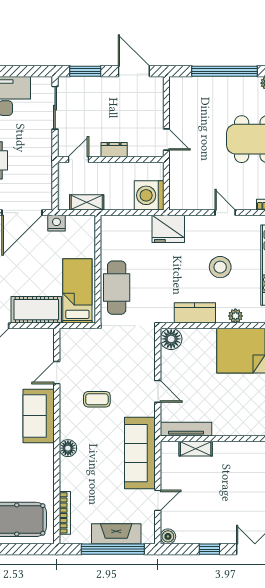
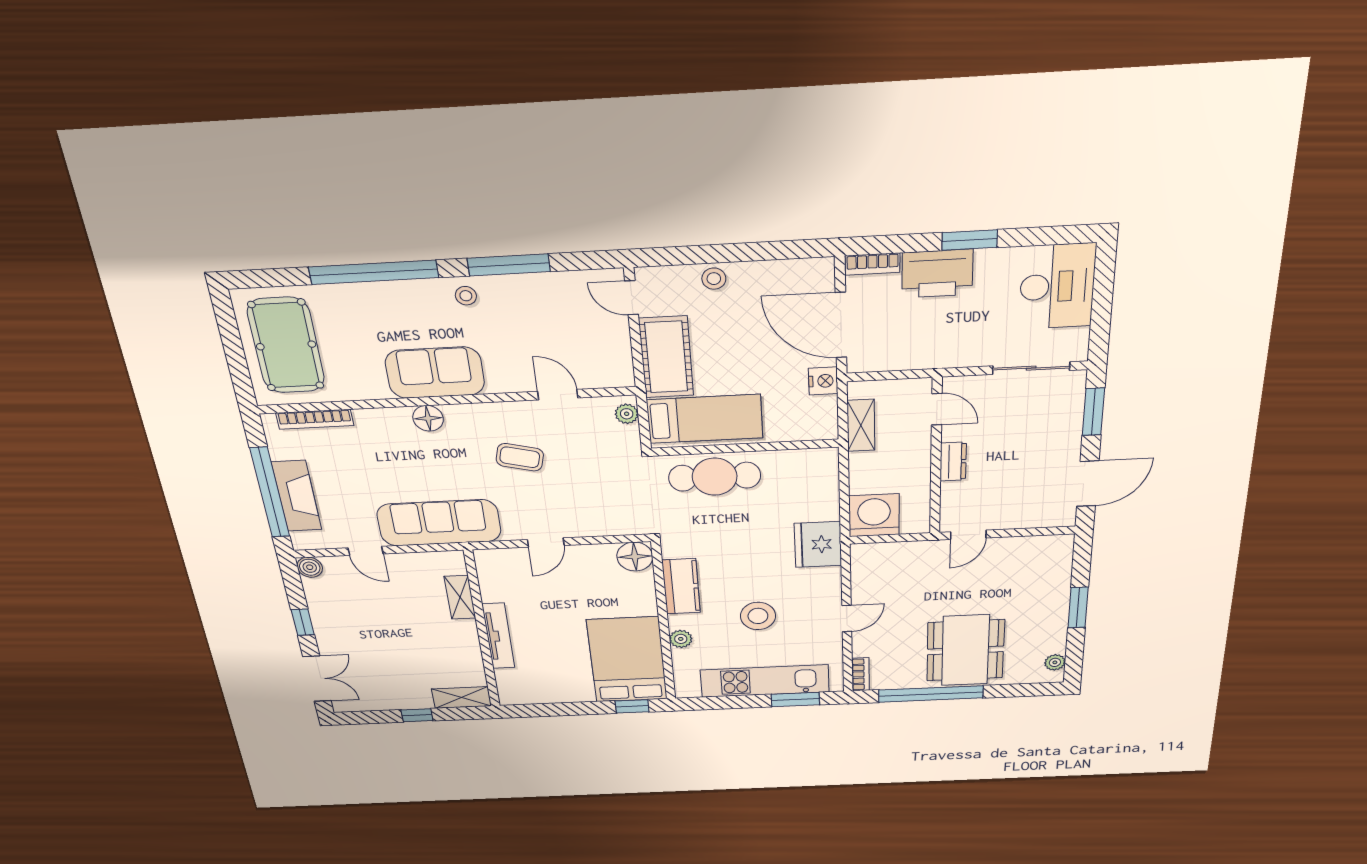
window: (224, 71) -> (1078, 608), width x0.47
plant: (71, 335) -> (627, 414), added
coffee table: (97, 399) -> (520, 457), turned -76
sofa: (39, 416) -> (435, 373), moved
tv unit: (186, 429) -> (498, 636), moved

